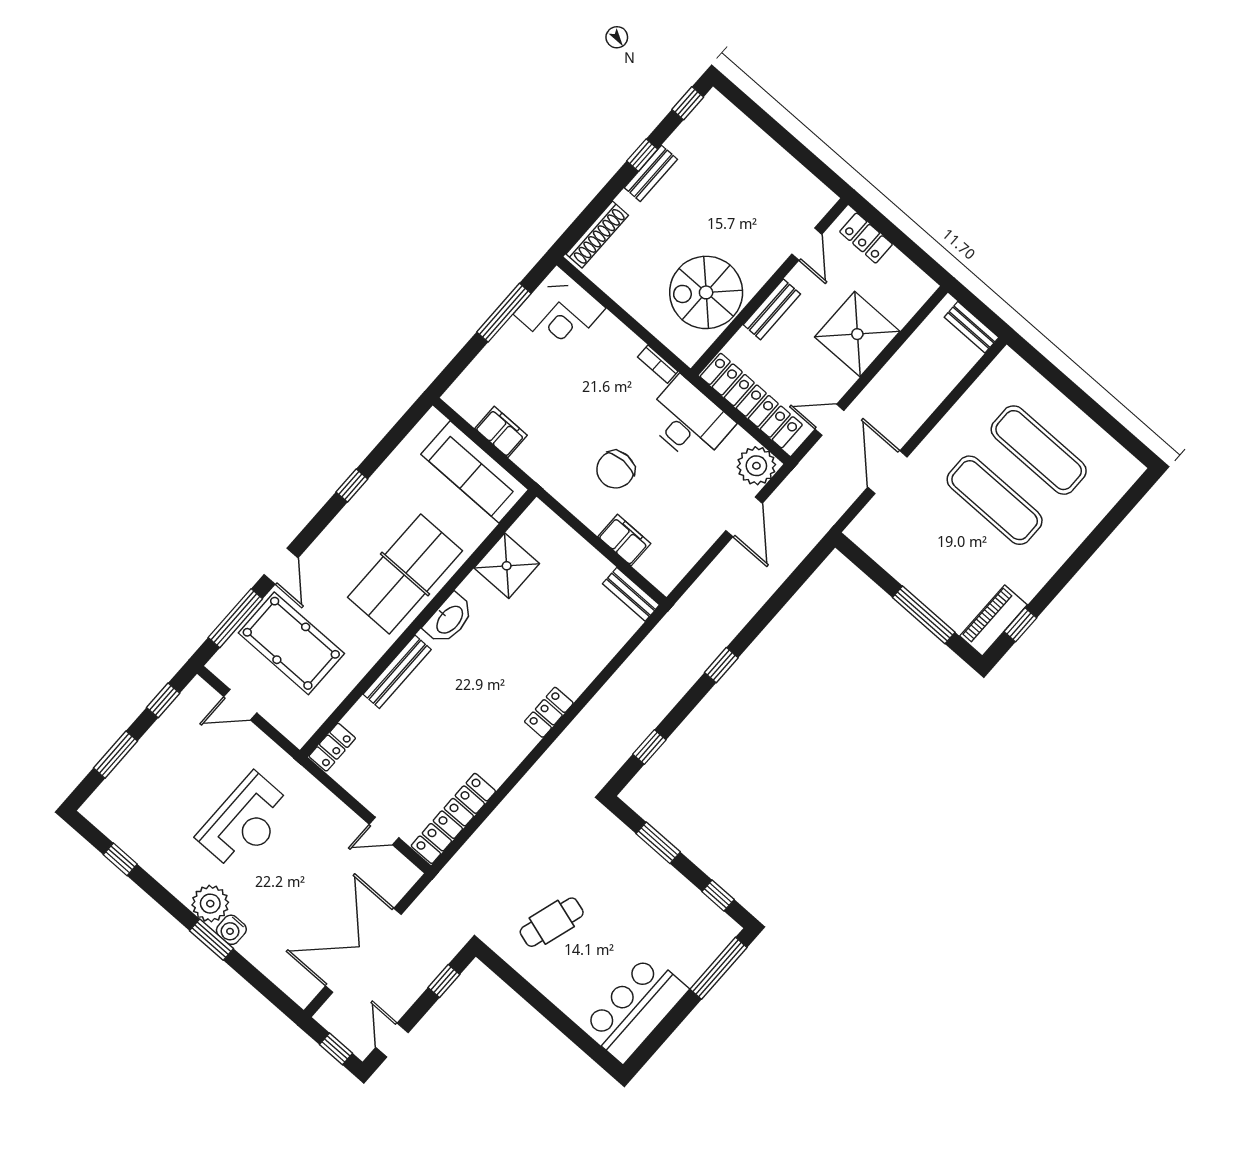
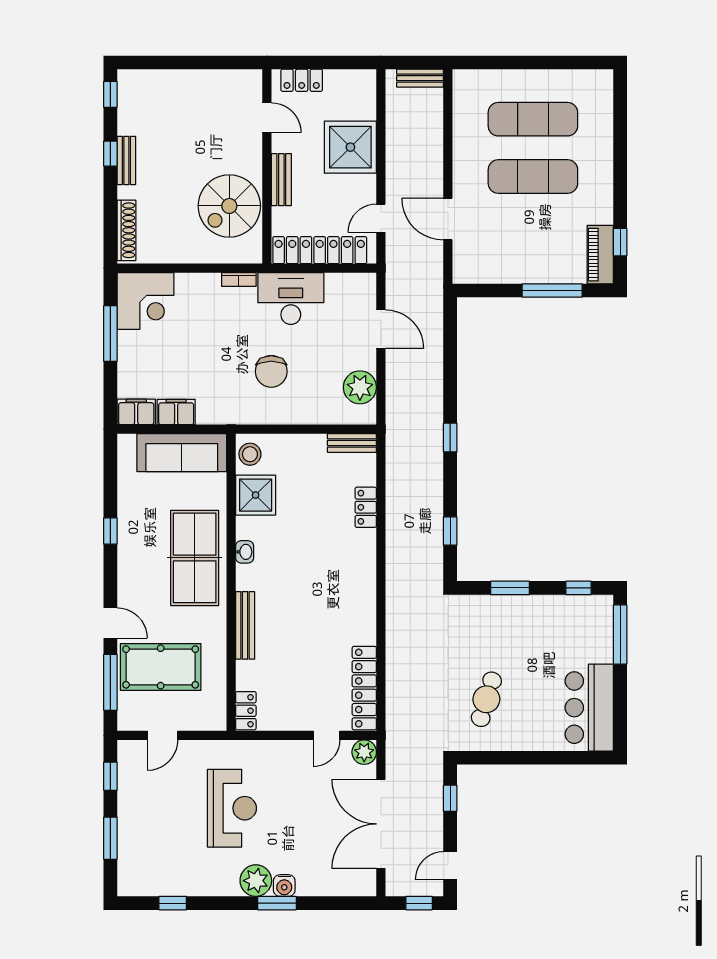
plant: (756, 466) -> (360, 387), moved
stool: (533, 526) -> (250, 454), added
filing cabinet: (624, 540) -> (136, 412), moved
washbasin: (449, 619) -> (245, 552), width x0.52, depth x0.69
locker: (549, 712) -> (366, 507), moved
plant: (404, 874) -> (364, 752), added
door: (392, 1040) -> (450, 866), hinge flipped

